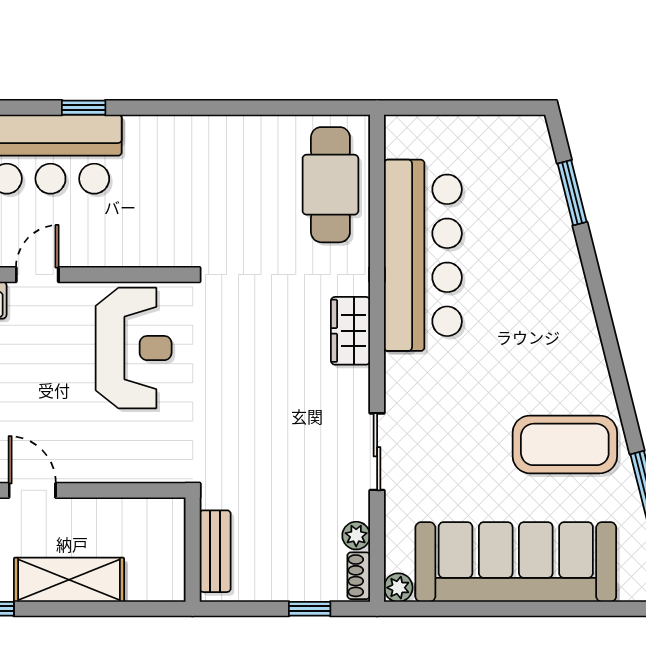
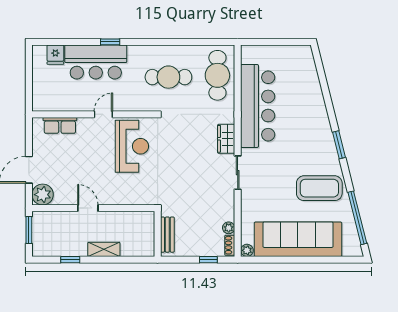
cafe table: (218, 189) -> (168, 77), added
window: (572, 193) -> (339, 145), moved
door: (37, 275) -> (103, 114), moved
sliding door: (377, 452) -> (238, 173), moved
shelving: (69, 580) -> (104, 249), width x0.67, depth x0.75

